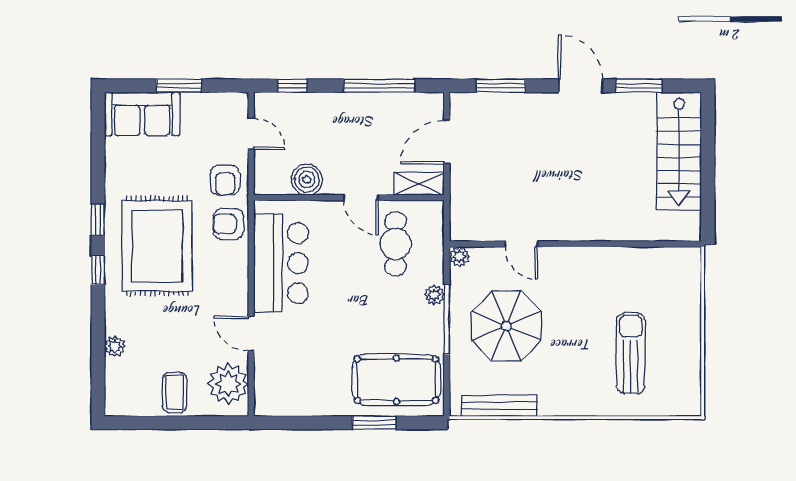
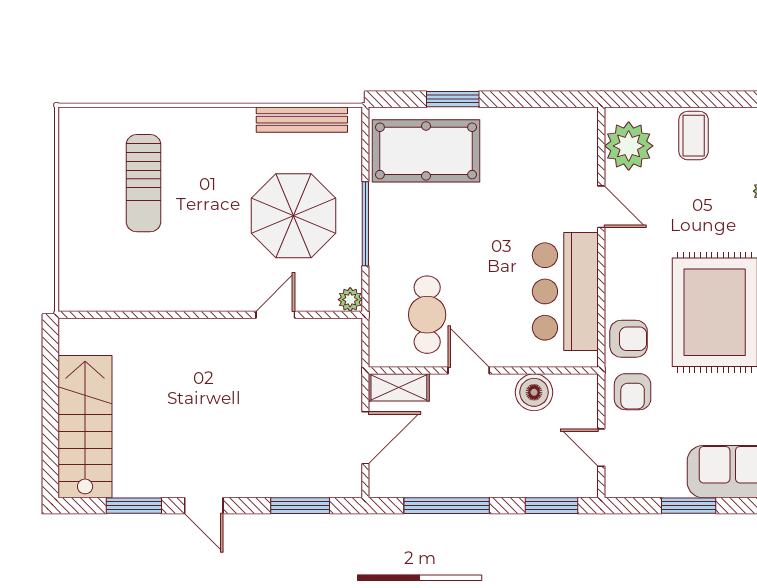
window: (292, 86) -> (552, 506), width x1.50
door: (581, 86) -> (204, 506), width x0.73
armchair: (225, 180) -> (633, 392), turned 180
door: (521, 244) -> (275, 315), hinge flipped
plant: (434, 295) -> (380, 253), removed

